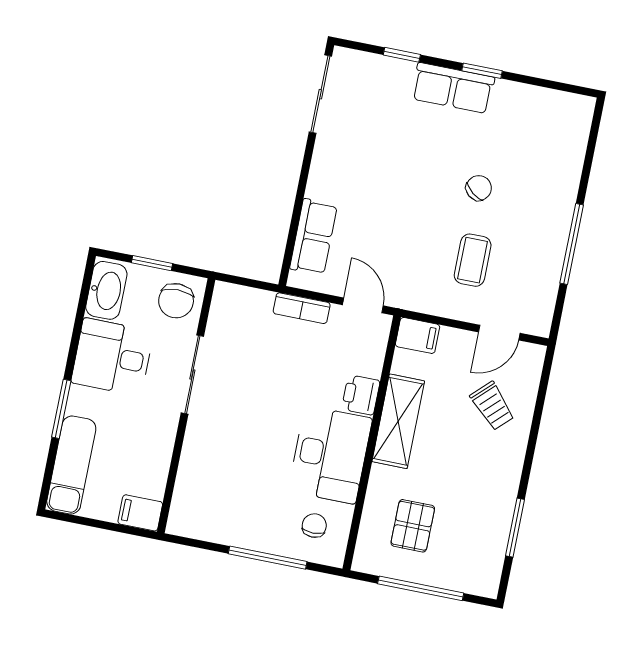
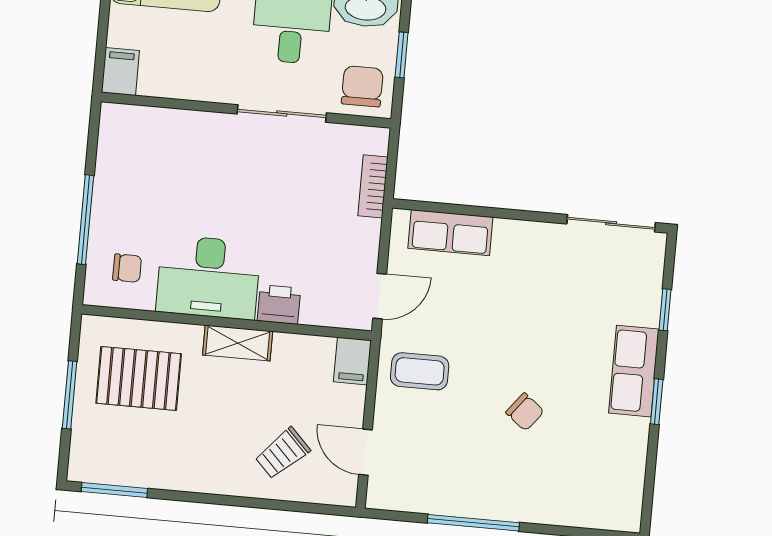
coffee table: (473, 260) -> (420, 371), moved
chair: (176, 301) -> (362, 86), turned 90
bookcase: (302, 308) -> (373, 186), moved
shelving: (398, 421) -> (238, 343), width x0.67, depth x0.75
pallet: (413, 526) -> (139, 378), width x1.50, depth x1.42
window: (515, 528) -> (114, 490), moved
window: (421, 588) -> (70, 395), width x0.69

